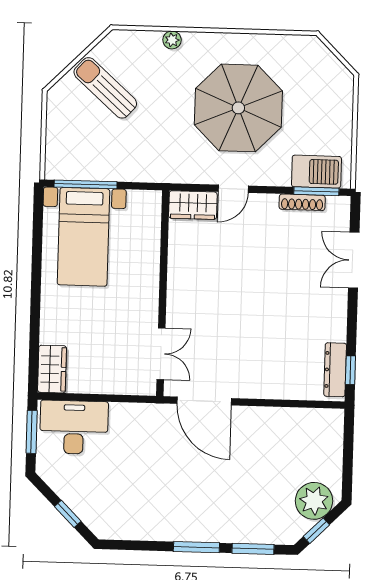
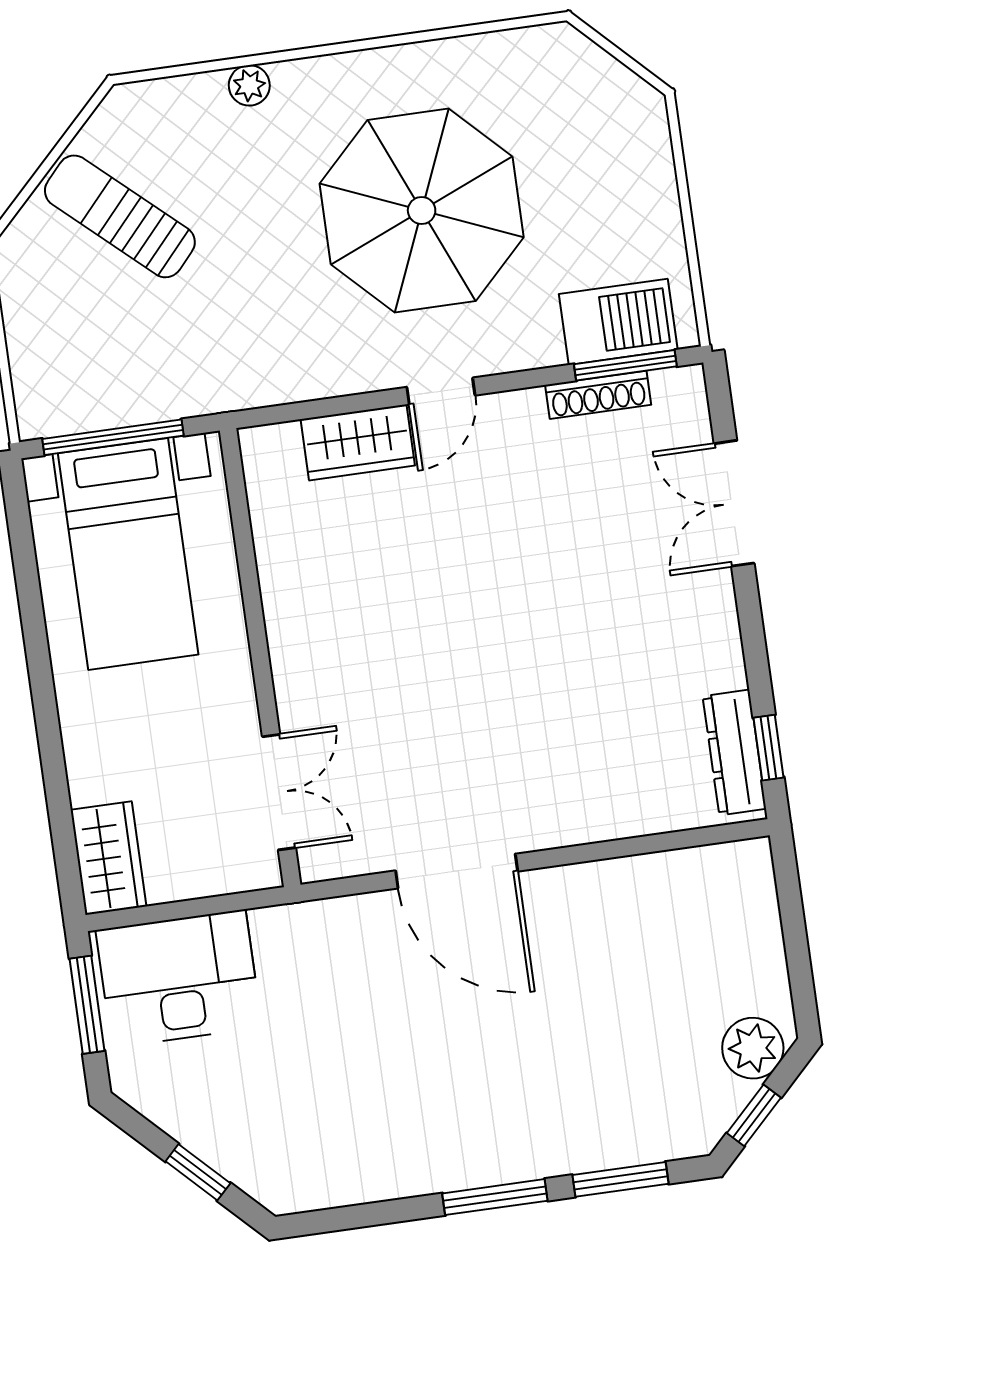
wall: (163, 293) -> (260, 658), moved
double door: (161, 354) -> (279, 792), moved
plant: (314, 501) -> (753, 1048), width x0.73, depth x0.73

